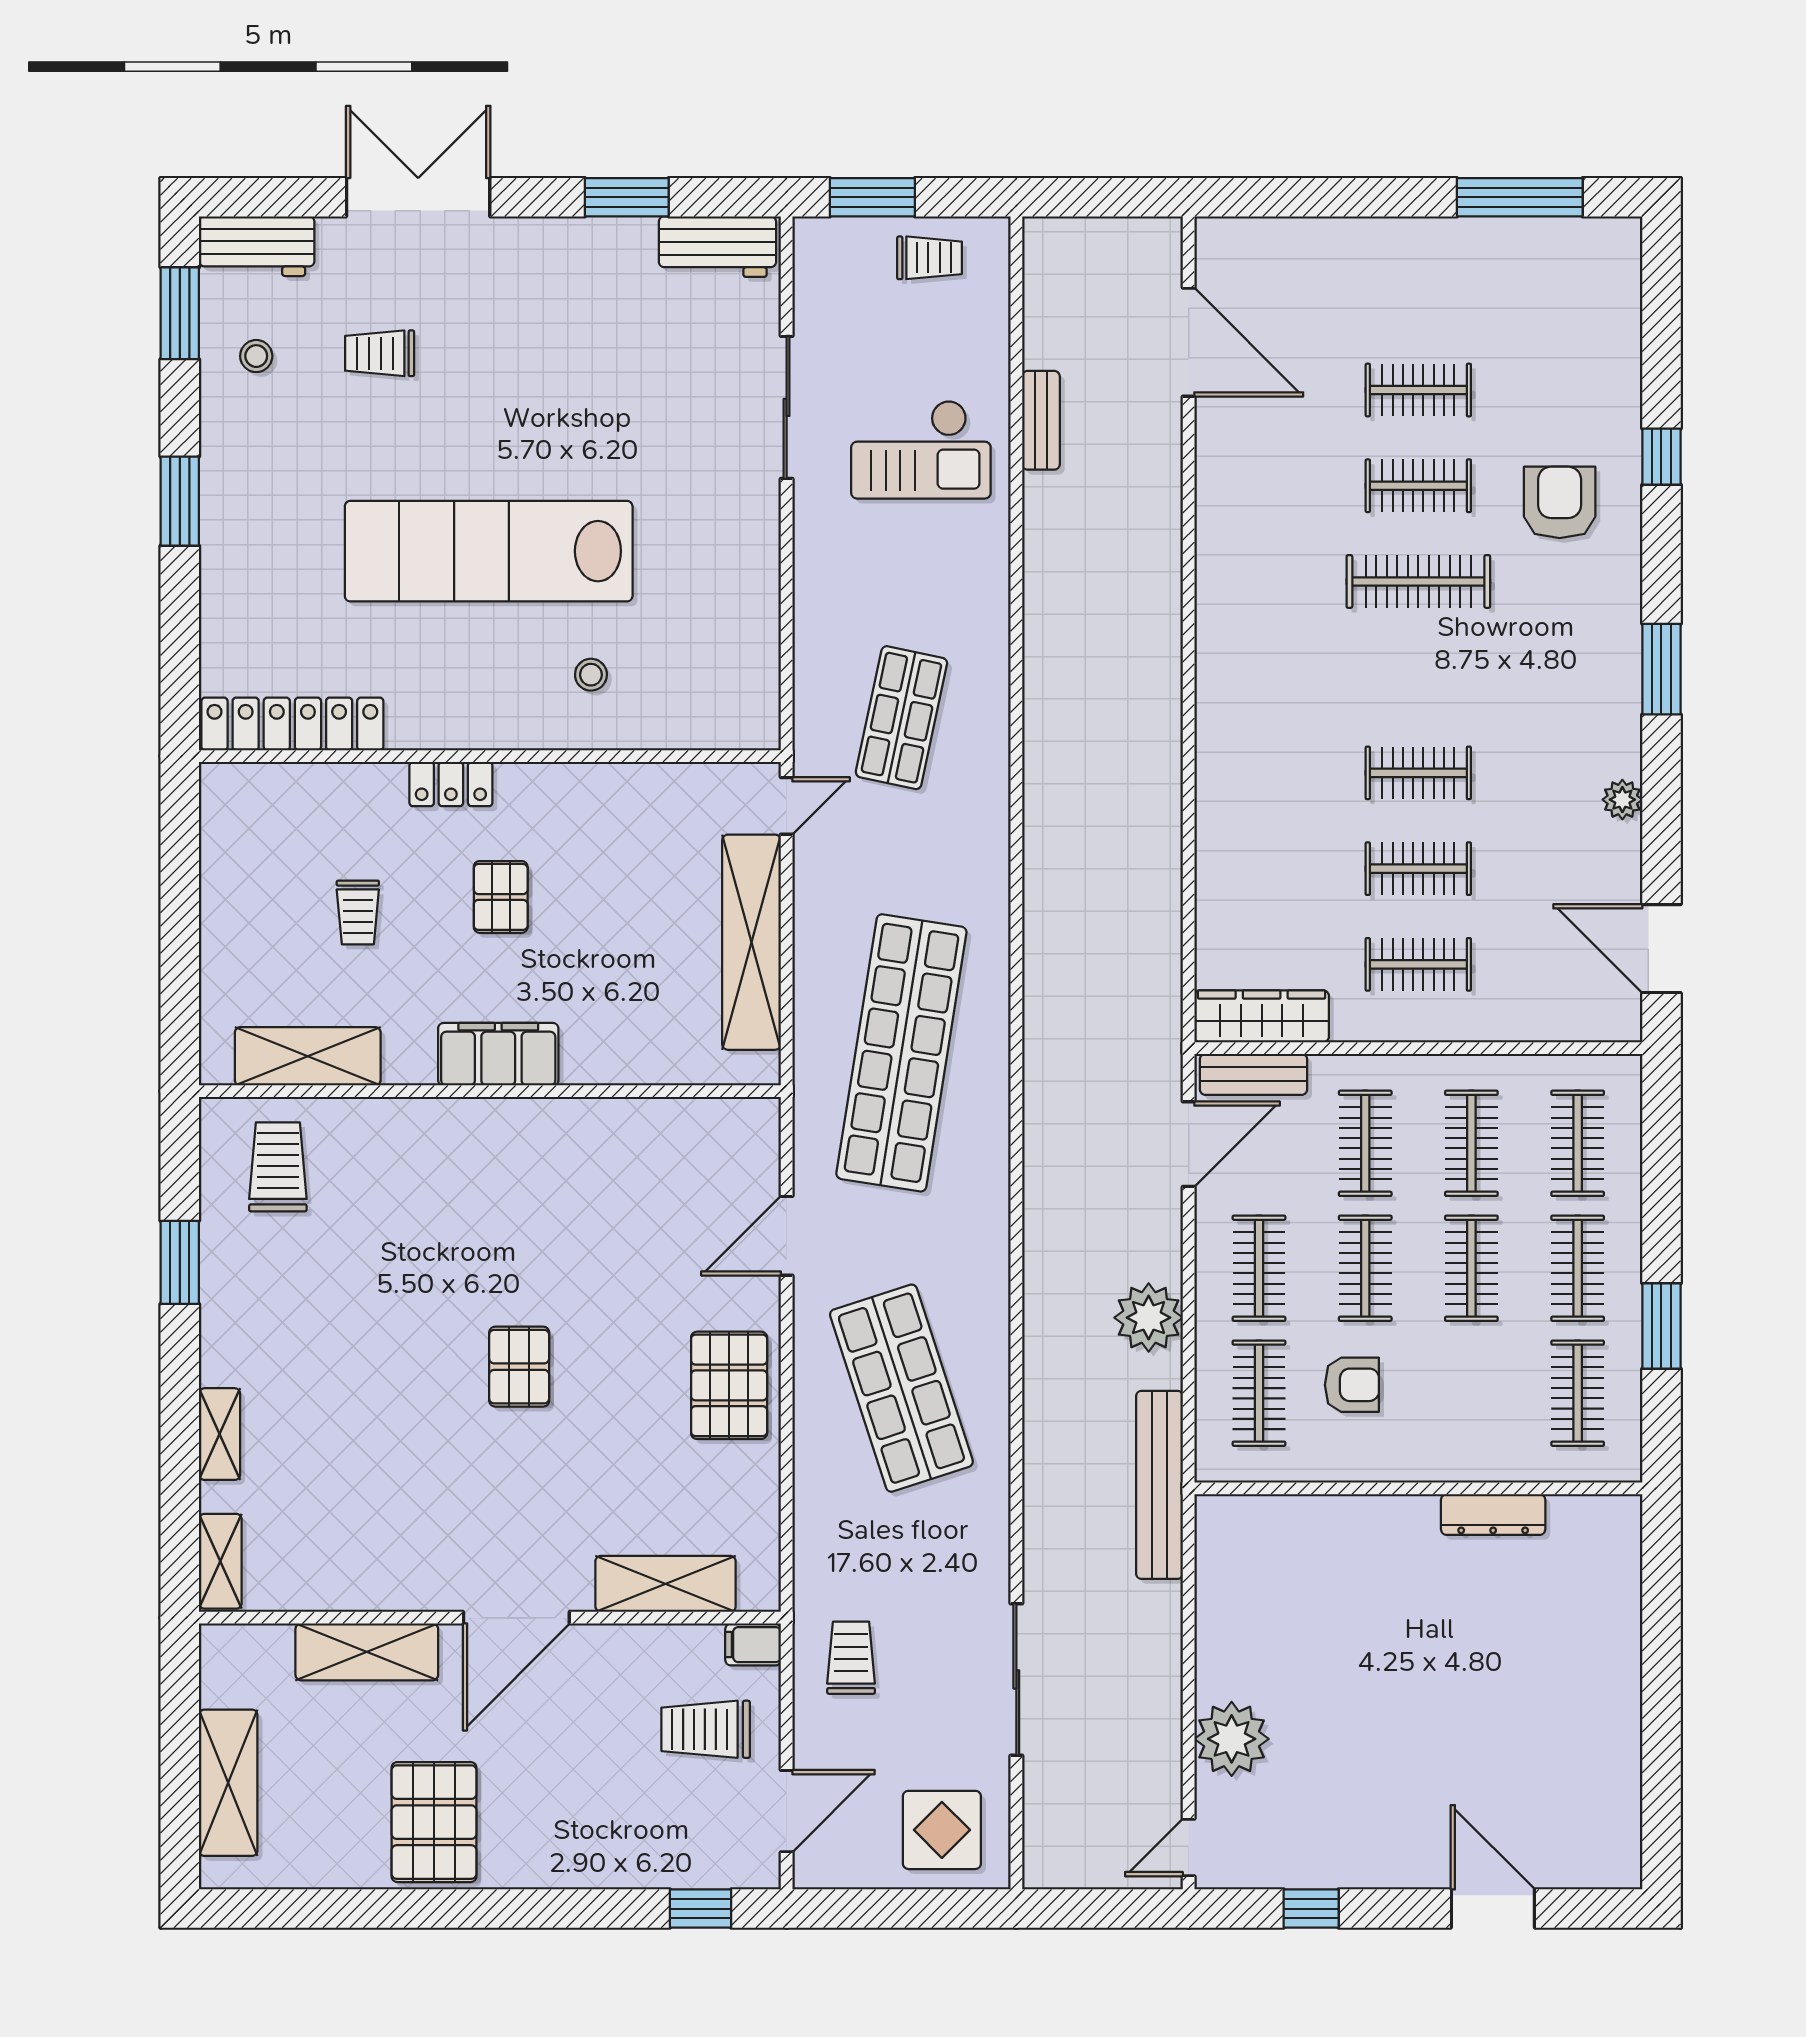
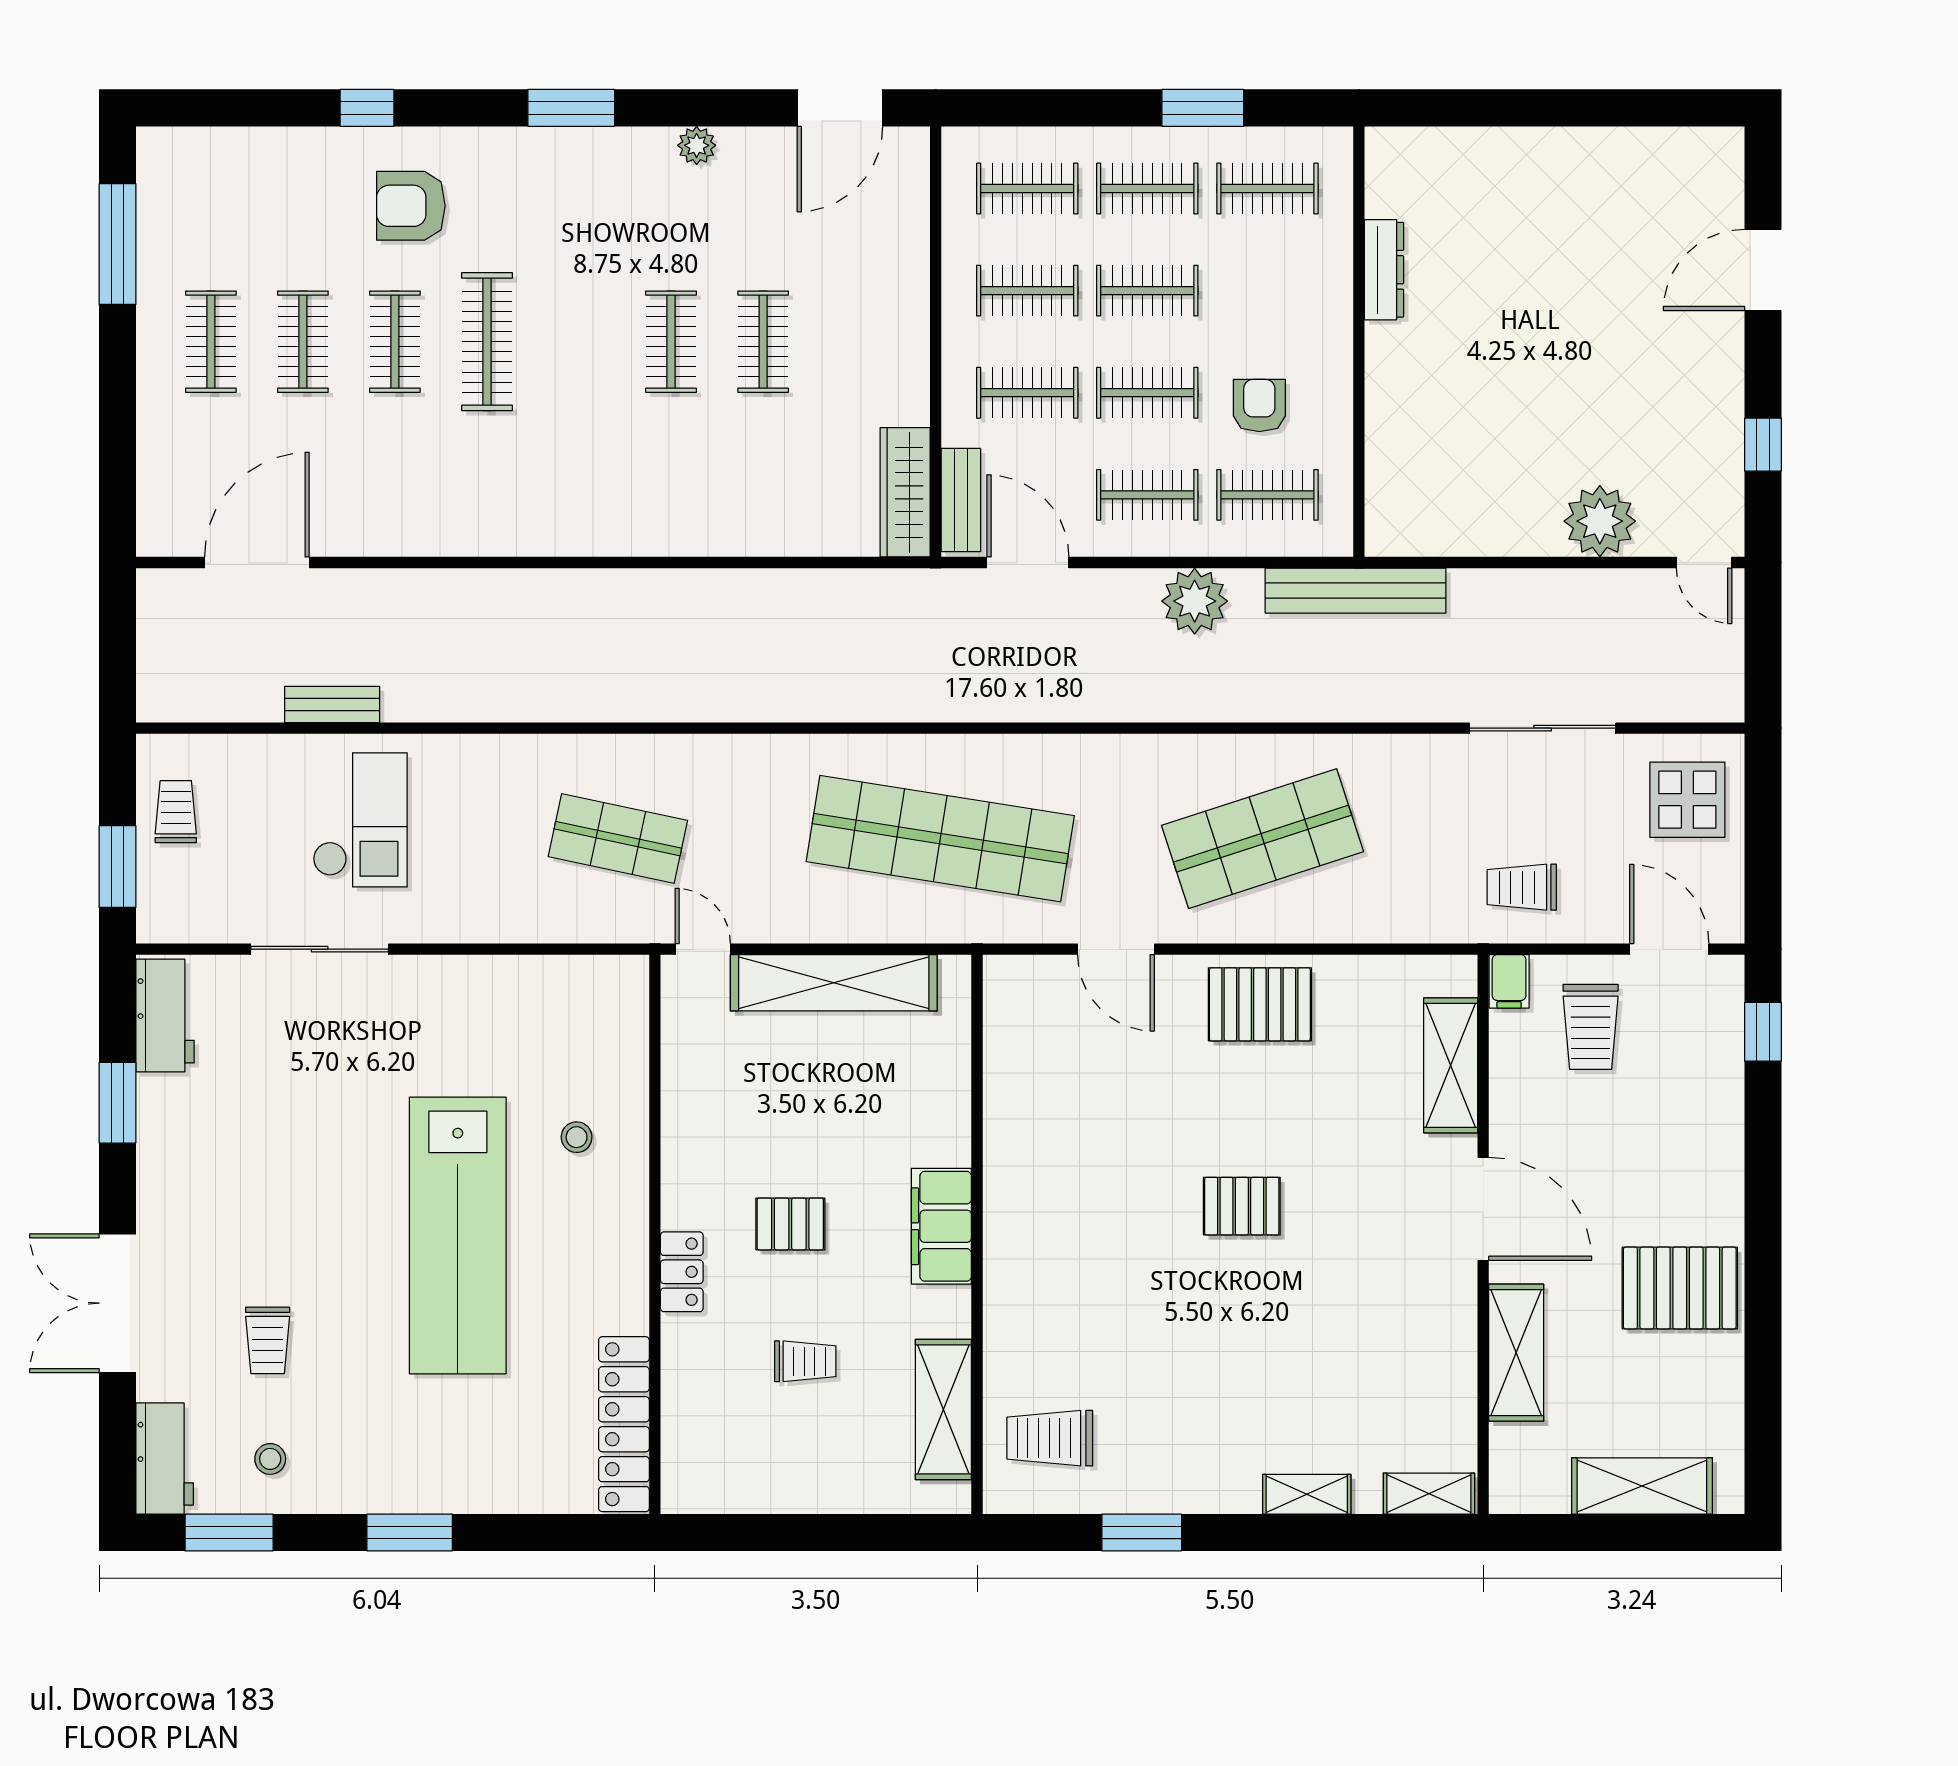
clothes rail: (1418, 964) -> (211, 342), moved

